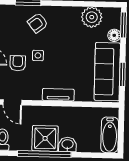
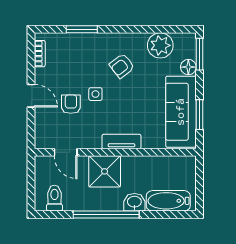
armchair: (38, 23) -> (122, 66), moved
bathtub: (110, 135) -> (168, 201), moved, turned 90
shower: (45, 138) -> (105, 171), moved

